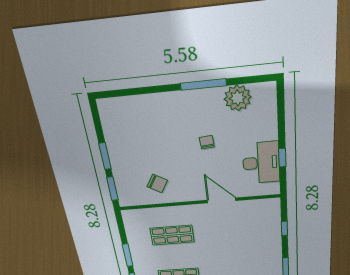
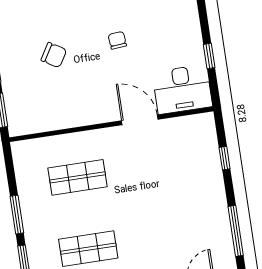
desk: (261, 163) -> (182, 89), moved, turned 90
chair: (157, 183) -> (54, 55), moved

